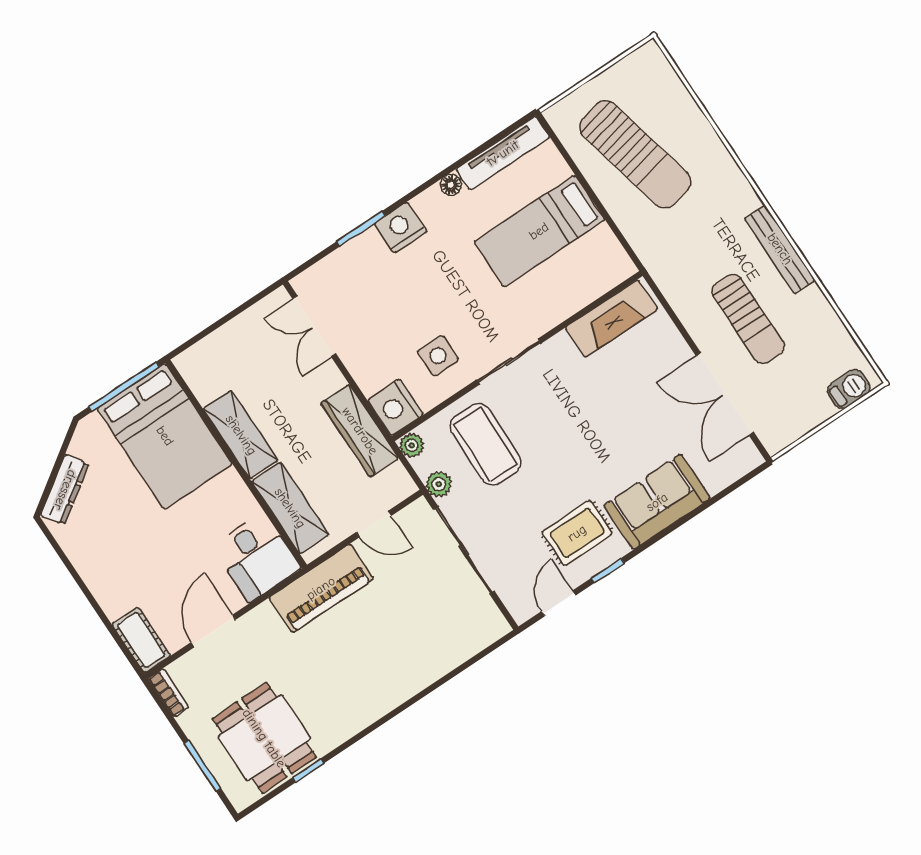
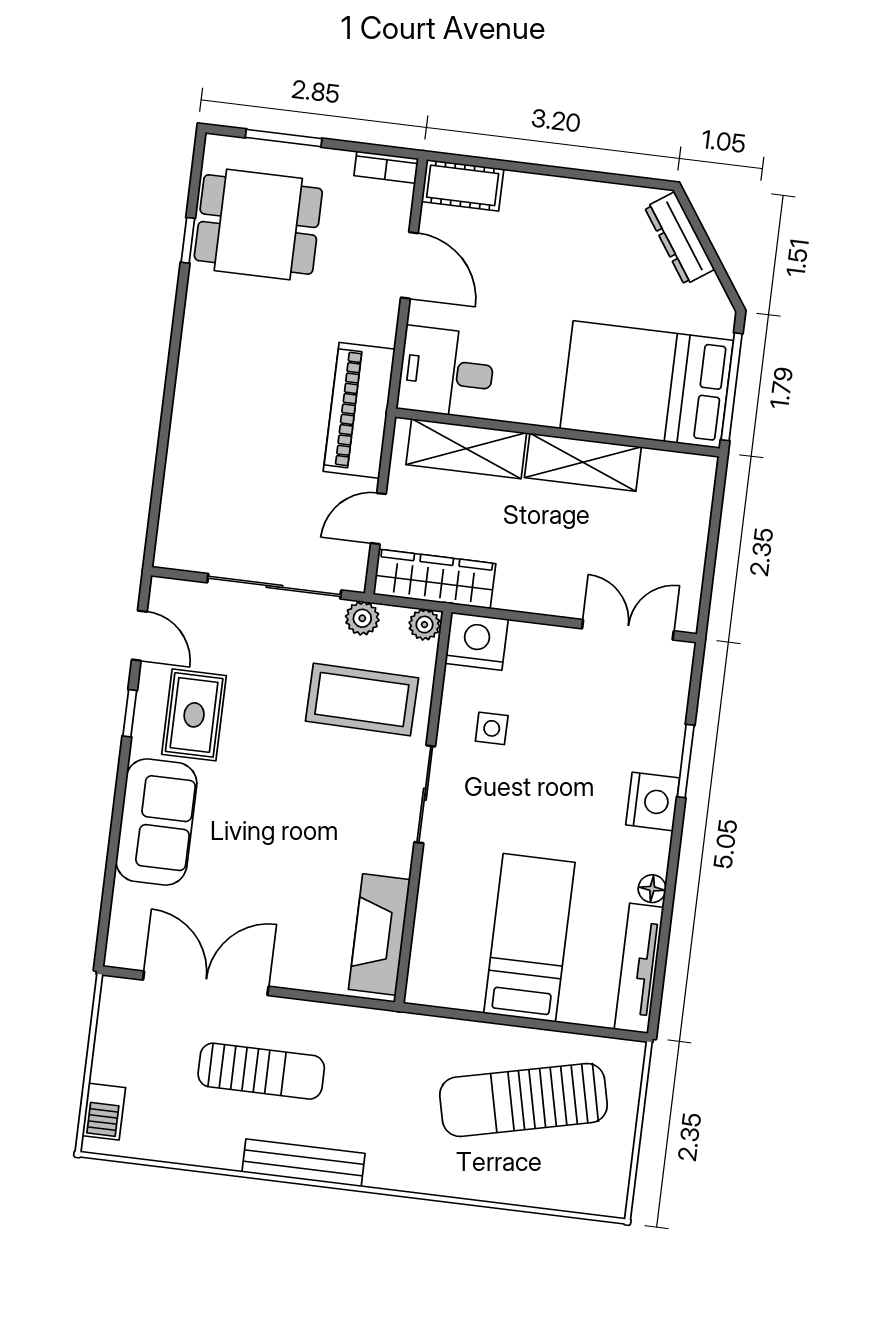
sun lounger: (748, 319) -> (261, 1071), turned 180
side table: (438, 356) -> (492, 728), width x0.73, depth x0.73
wardrobe: (360, 431) -> (434, 579), moved

